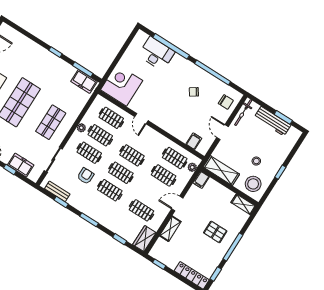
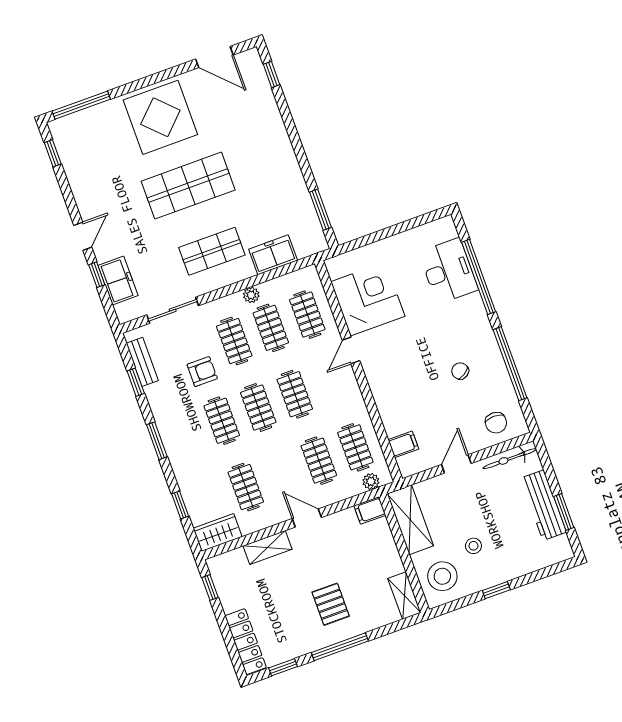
window: (55, 52) -> (272, 74), moved
freezer: (84, 81) -> (273, 255), moved, turned 90
corner desk: (122, 85) -> (368, 299), moved

